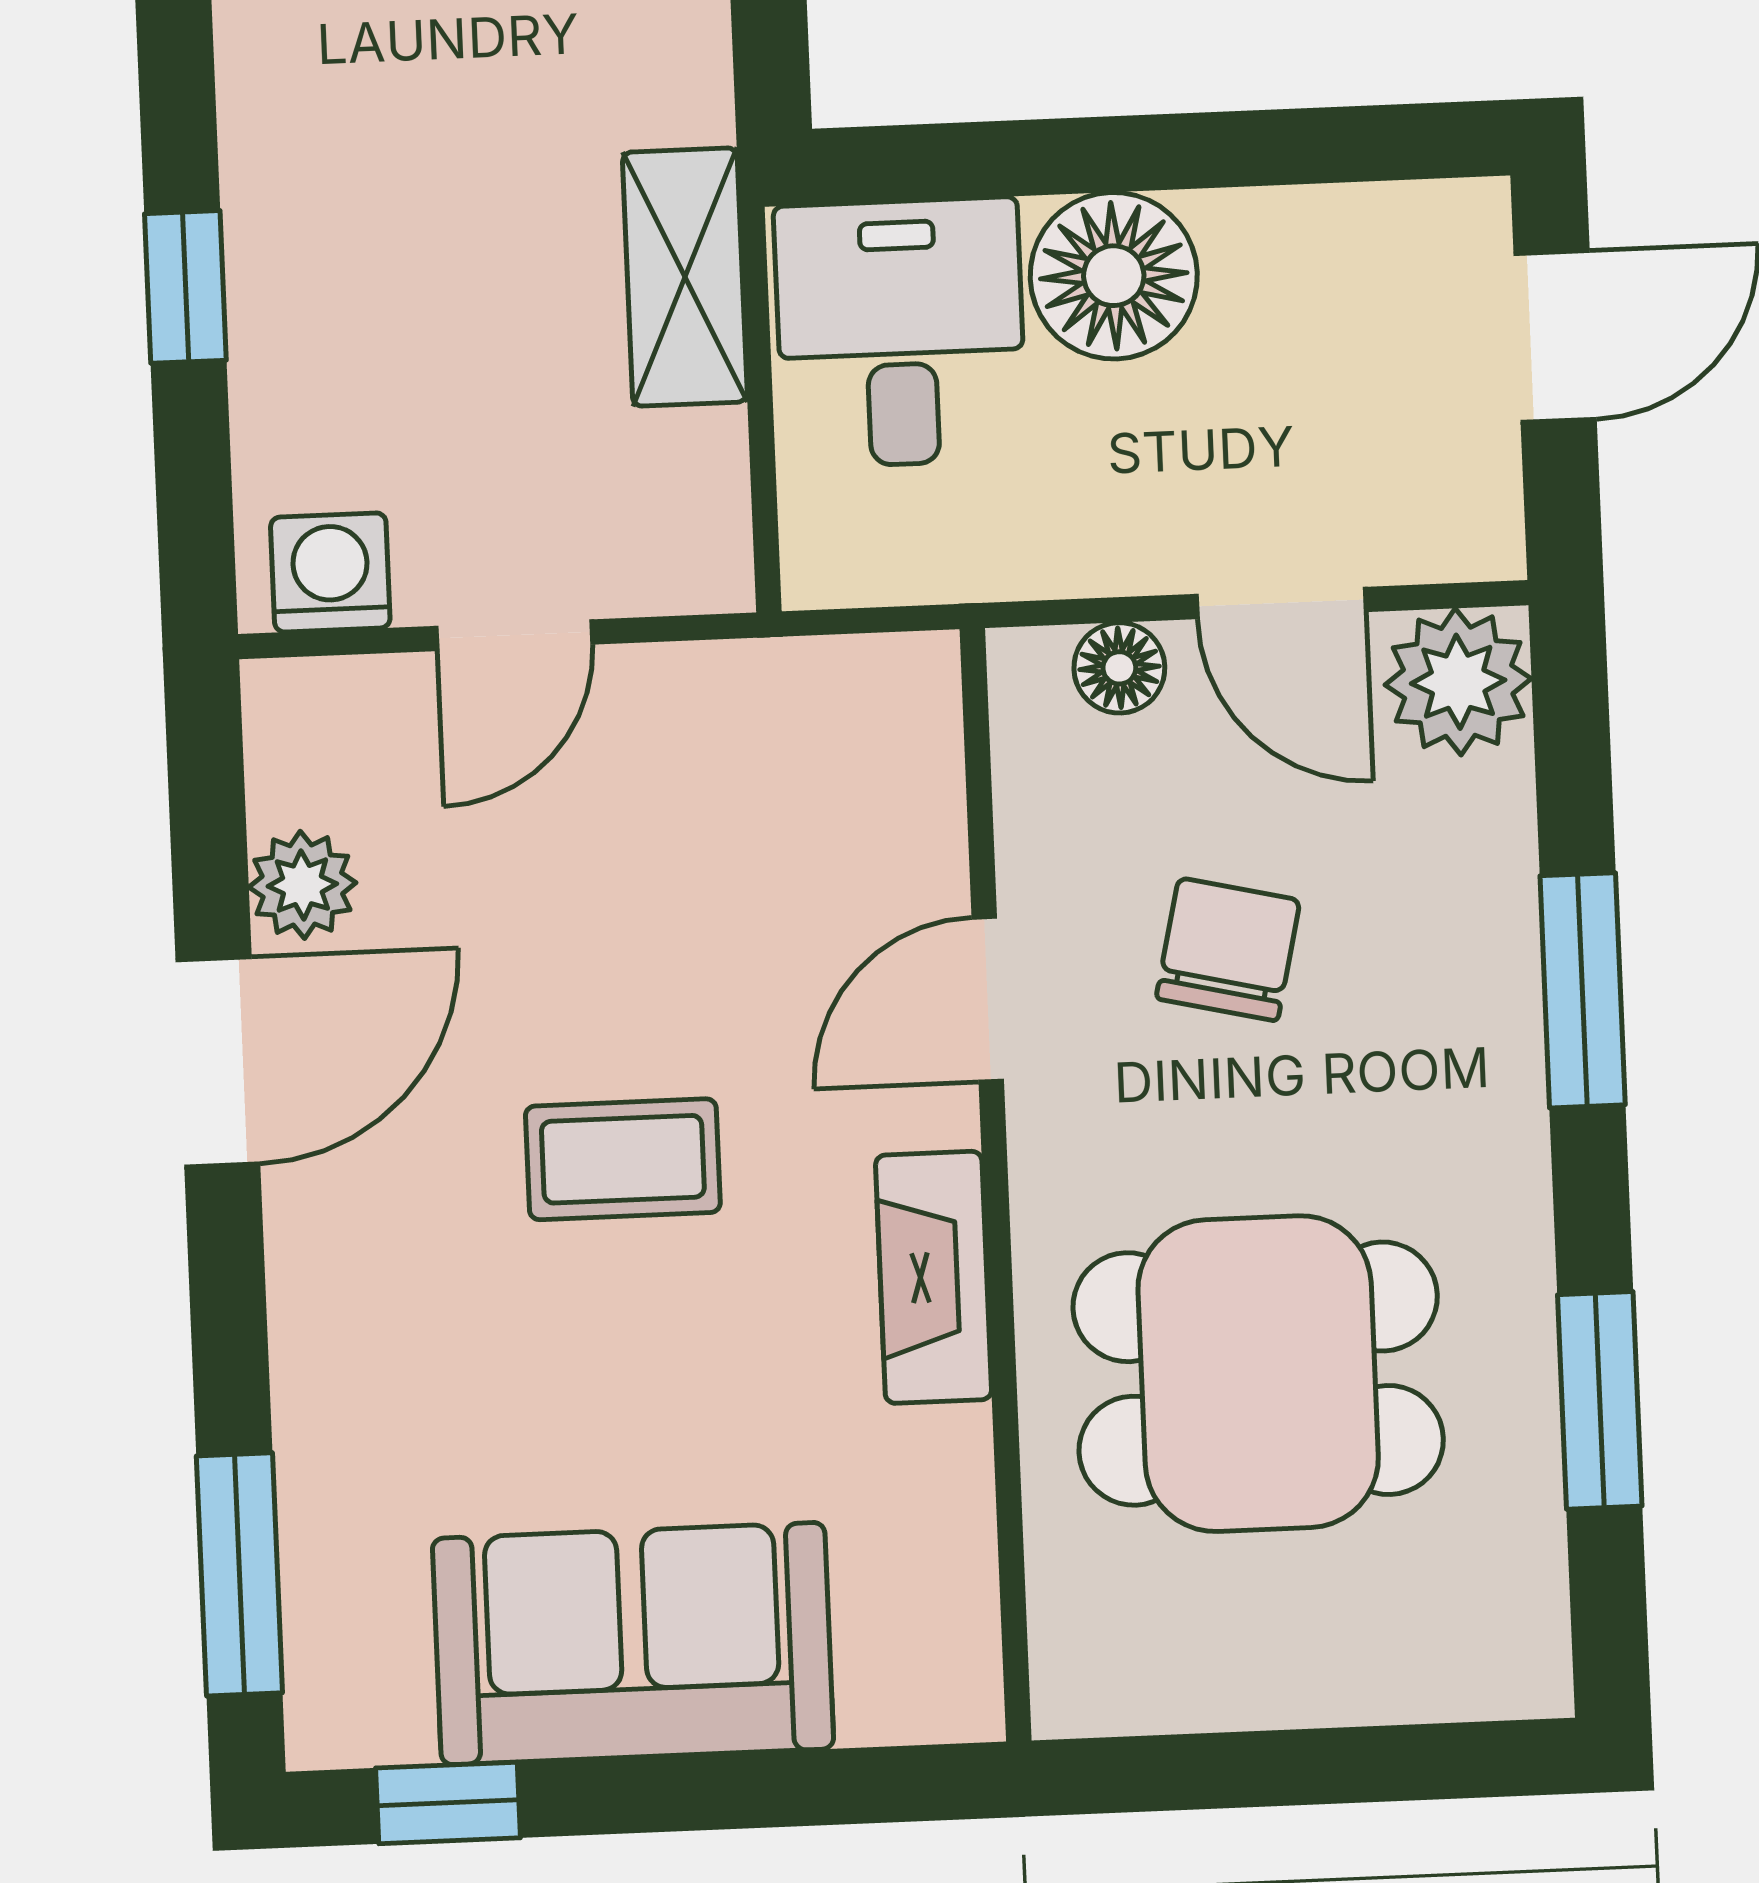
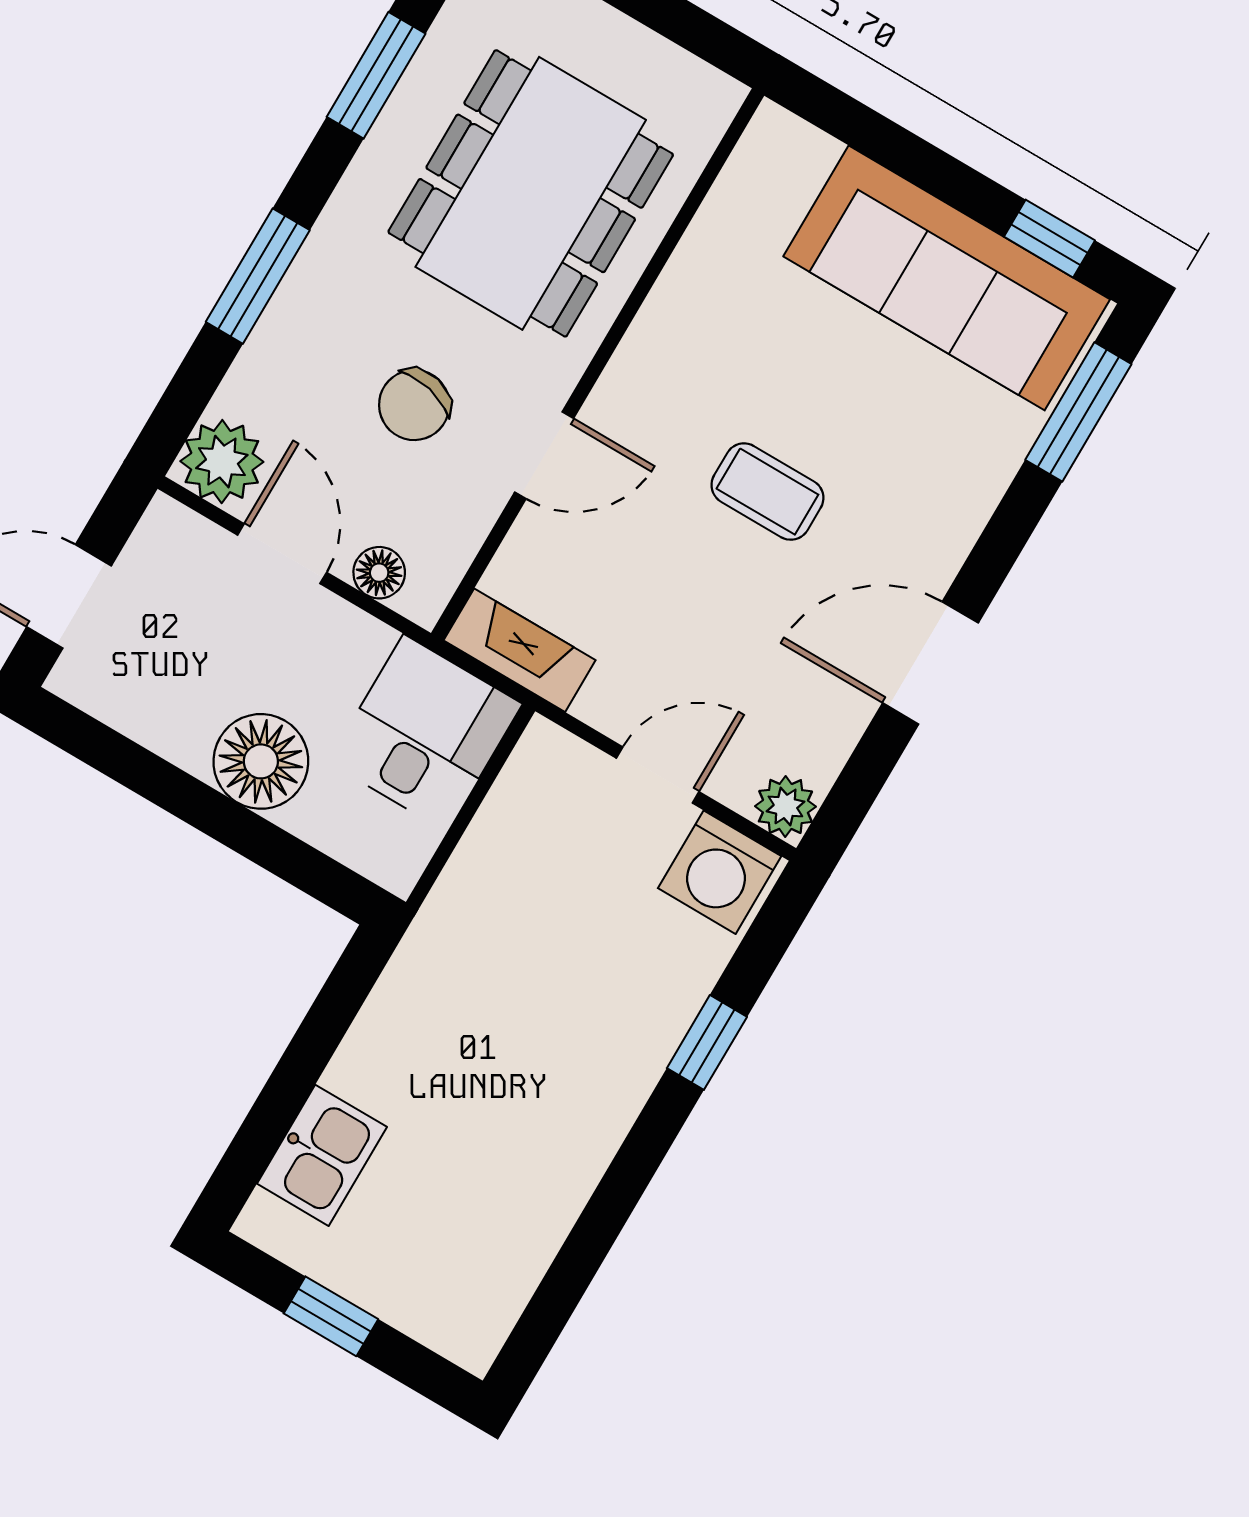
shelving: (685, 277) -> (466, 893), removed
desk: (900, 333) -> (425, 733), moved, turned 180
washing machine: (330, 572) -> (720, 872), width x1.38, depth x1.38
plant: (302, 885) -> (785, 806), moved
fireplace: (934, 1277) -> (520, 650), moved, turned -90
dining table: (1258, 1374) -> (531, 193), width x1.38
sofa: (633, 1644) -> (947, 278), width x1.36

